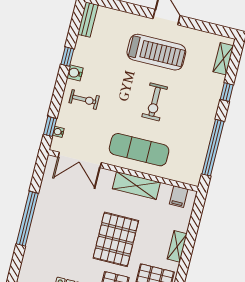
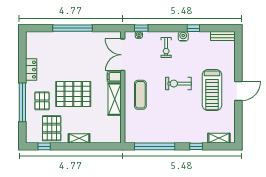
exercise bike: (155, 102) -> (178, 84), moved
exercise mat: (139, 150) -> (140, 95), width x0.73, depth x0.69
filing cabinet: (179, 197) -> (114, 77), moved

